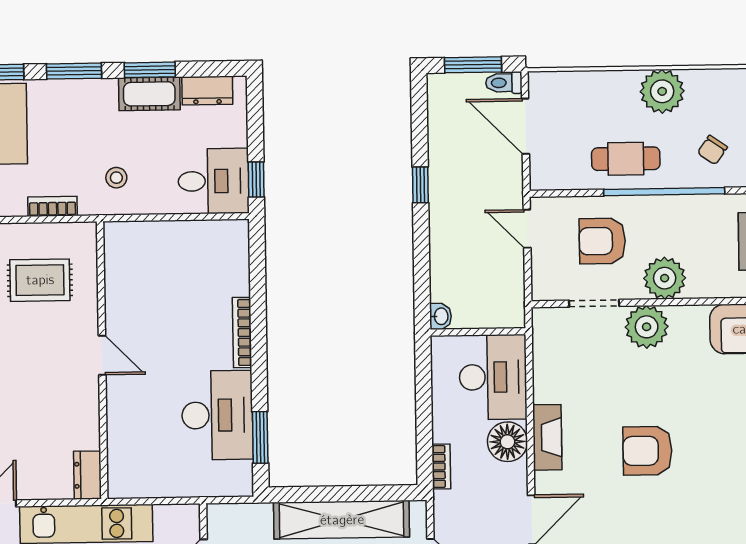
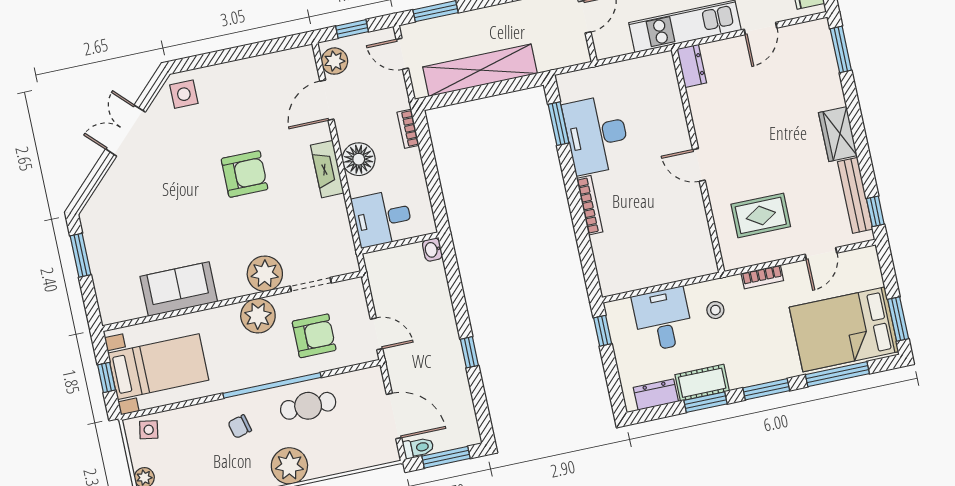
chair: (712, 150) -> (240, 426), turned -139
desk: (214, 181) -> (663, 319), moved, turned 90
desk: (493, 377) -> (382, 218), width x0.73

